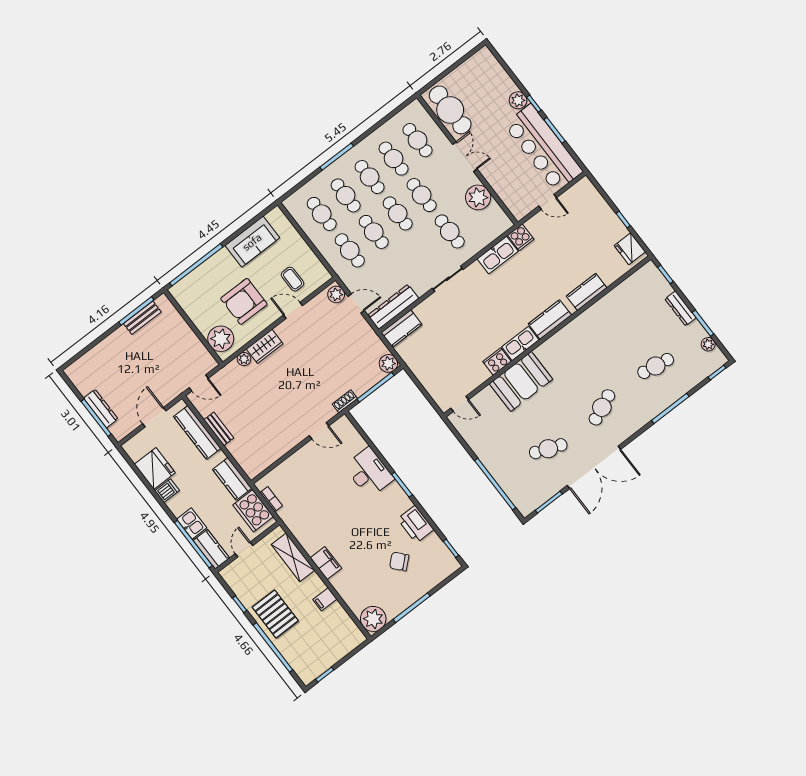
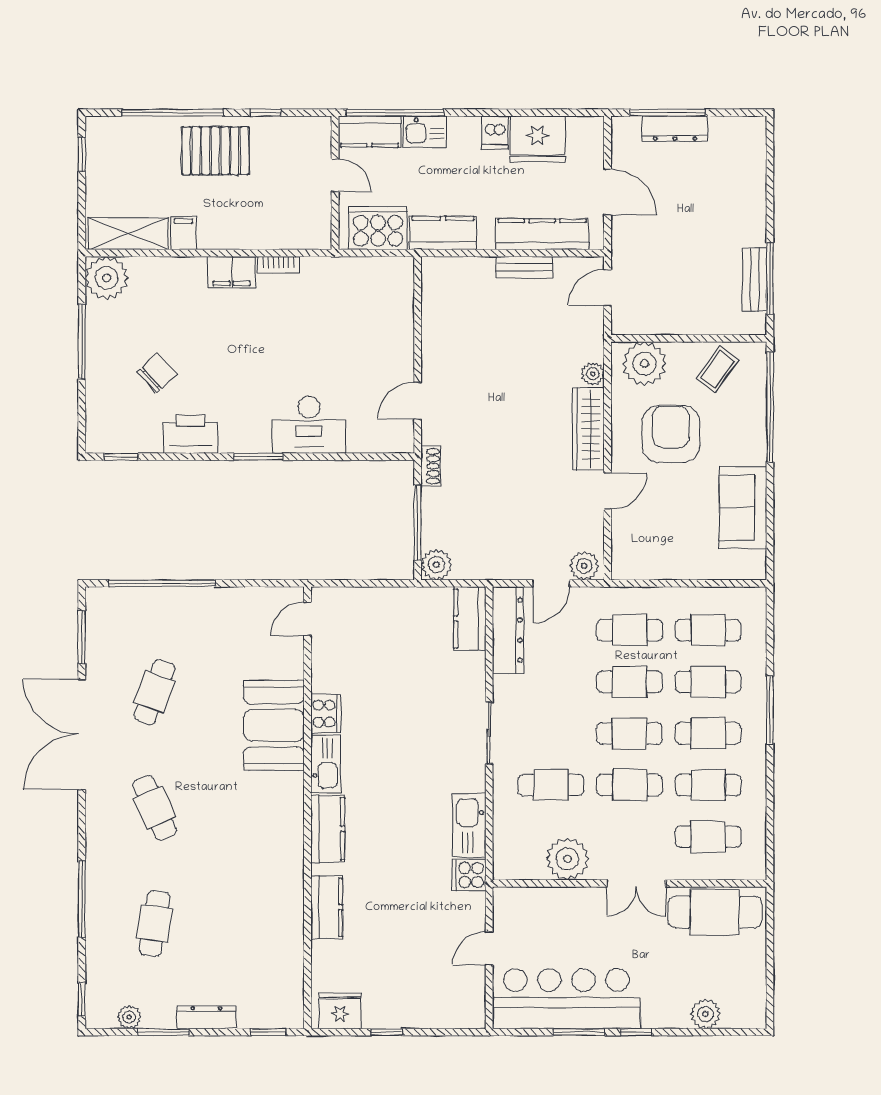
plant: (518, 100) -> (706, 1014), moved
coffee table: (293, 279) -> (717, 369), moved, turned -54
wardrobe: (265, 346) -> (588, 429), width x1.50
bookcase: (271, 499) -> (279, 265), moved
shelving: (293, 557) -> (128, 234), moved

